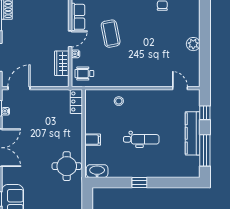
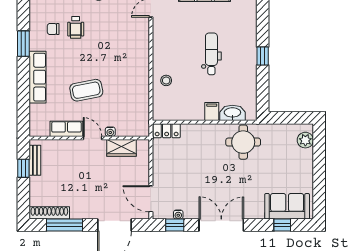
wheelchair: (84, 74) -> (76, 27), moved
washbasin: (97, 171) -> (232, 113), moved, turned 90

